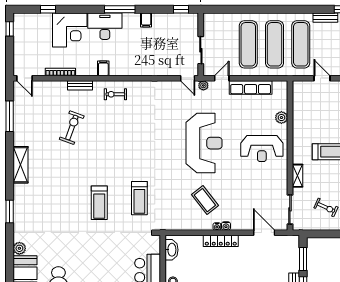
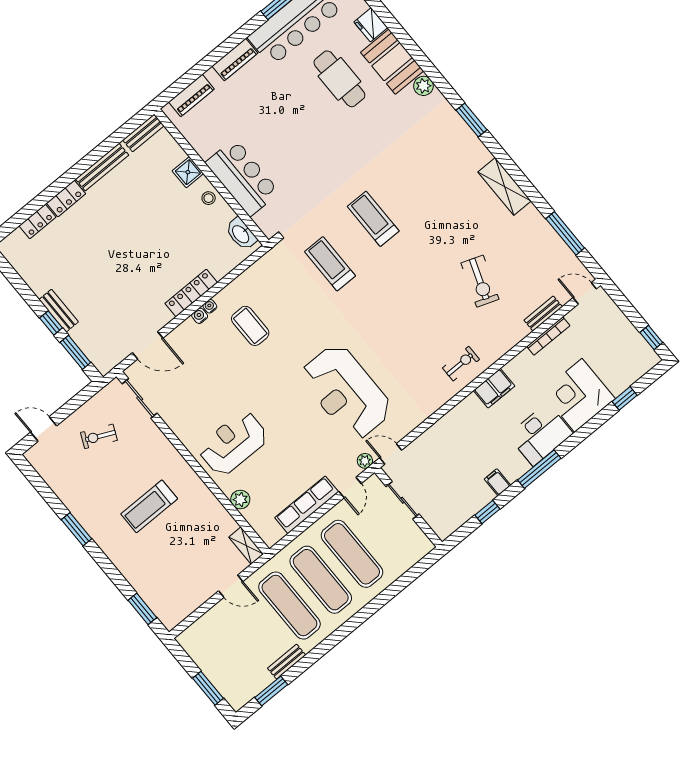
window: (181, 9) -> (487, 512), moved
filing cabinet: (103, 68) -> (494, 388), width x2.00
bench: (80, 85) -> (543, 314), moved
reception desk: (204, 143) -> (346, 392), moved
shelving: (298, 176) -> (246, 546), moved
coffee table: (205, 200) -> (250, 326), turned 38

